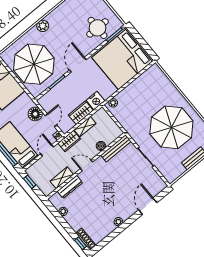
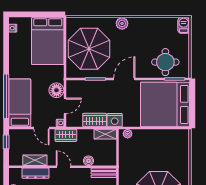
shelving: (85, 127) -> (105, 134), moved
bench: (116, 148) -> (104, 173), width x0.73
door: (47, 150) -> (42, 128), swing flipped

